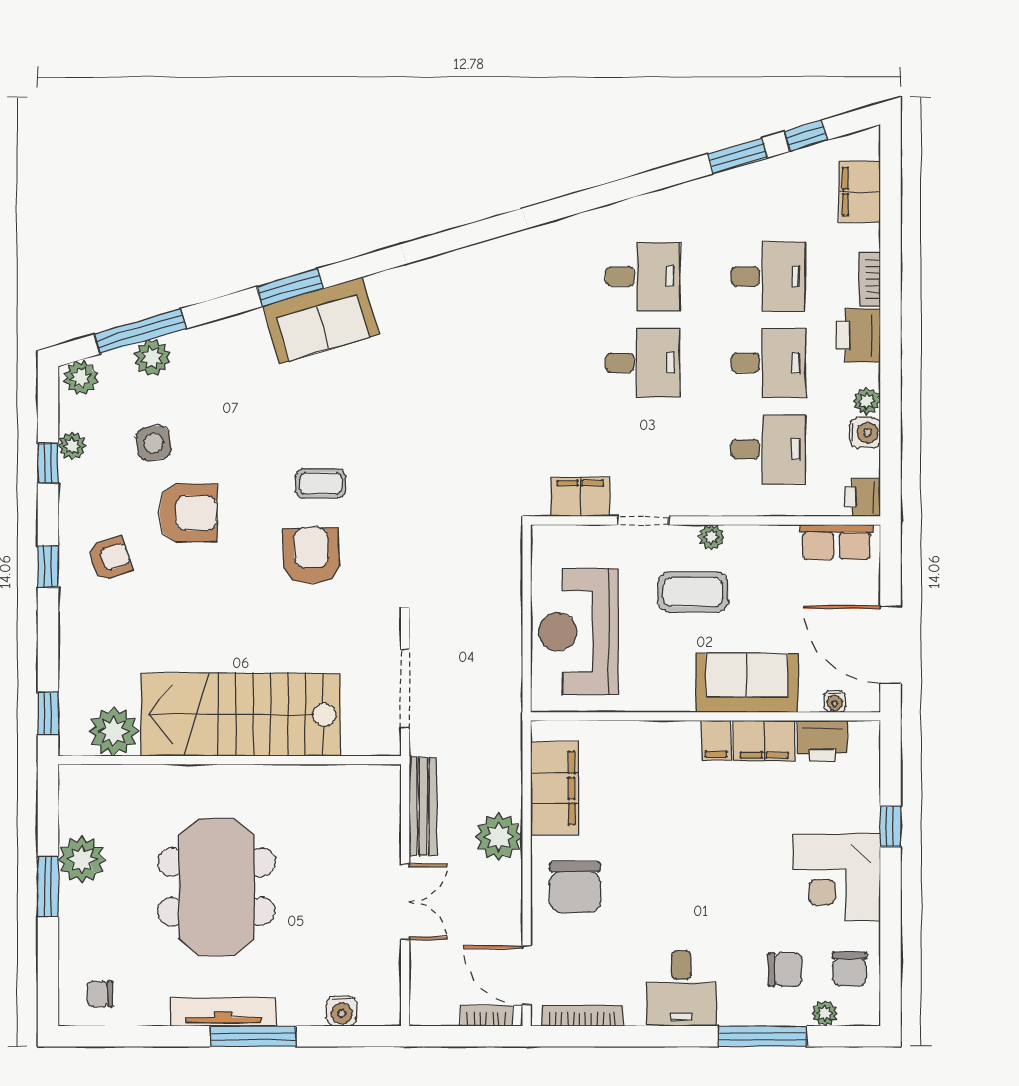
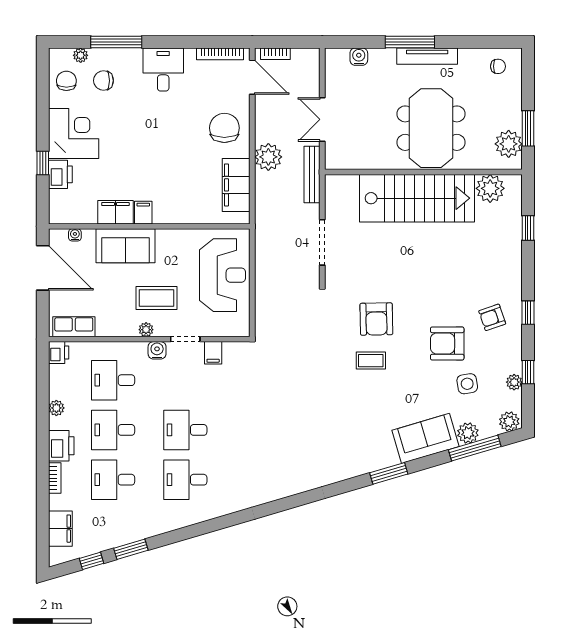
sofa: (321, 320) -> (426, 438), moved
water cooler: (865, 433) -> (157, 350), moved, turned 90
filing cabinet: (580, 497) -> (213, 353), width x0.50
stairs: (241, 715) -> (417, 198), moved
plant: (114, 732) -> (490, 188), moved
printer: (822, 741) -> (60, 174), moved, turned 90
wall: (230, 760) -> (423, 172), moved

